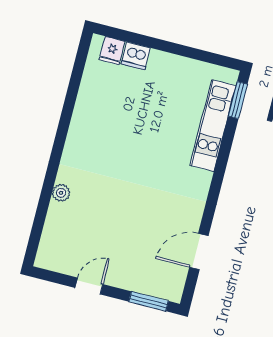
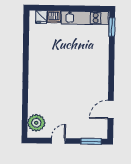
kitchen unit: (213, 126) -> (85, 18), moved, turned -90
plant: (61, 193) -> (36, 123), moved, width x1.88, depth x1.88

